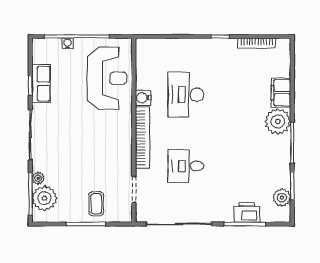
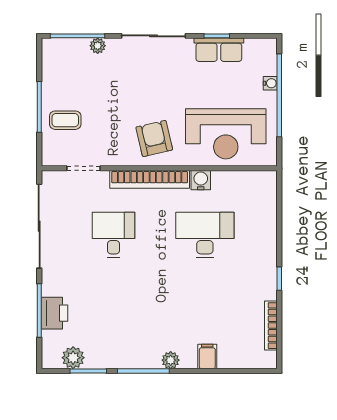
filing cabinet: (281, 93) -> (207, 357), width x0.50
plant: (278, 121) -> (171, 360), width x0.53, depth x0.53
armchair: (111, 134) -> (154, 138), added
plant: (44, 198) -> (72, 54), removed

